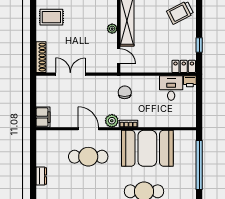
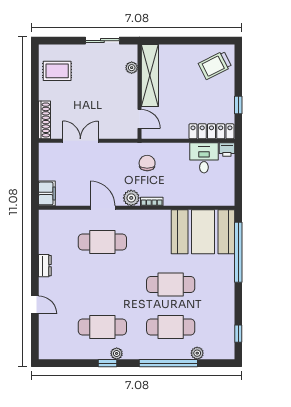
plant: (112, 29) -> (132, 68), moved
locker: (184, 66) -> (211, 131), width x1.53
booth: (147, 148) -> (203, 232), moved

